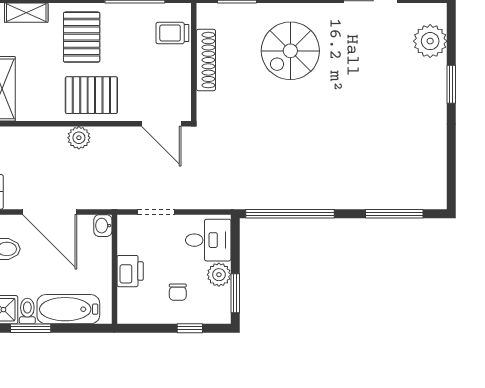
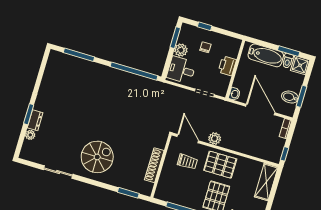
trolley: (172, 33) -> (187, 162), moved
plant: (430, 41) -> (30, 135), width x0.53, depth x0.53
spiral stairs: (290, 51) -> (97, 157), moved
dresser: (437, 77) -> (35, 120), added
plant: (79, 138) -> (215, 139), moved

